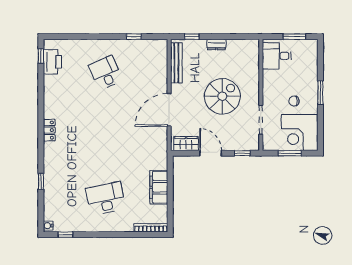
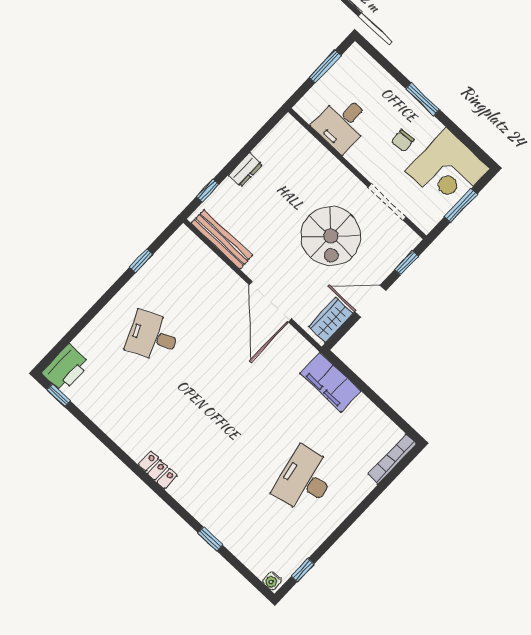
desk: (277, 56) -> (342, 123), moved
printer: (52, 62) -> (66, 368), moved, turned 90
spiral stairs: (222, 96) -> (331, 236), moved, turned 180
filing cabinet: (159, 187) -> (330, 382), moved

